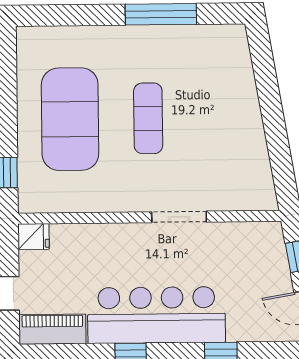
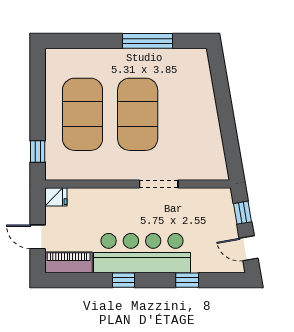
exercise mat: (148, 118) -> (138, 114), width x2.00, depth x1.45

